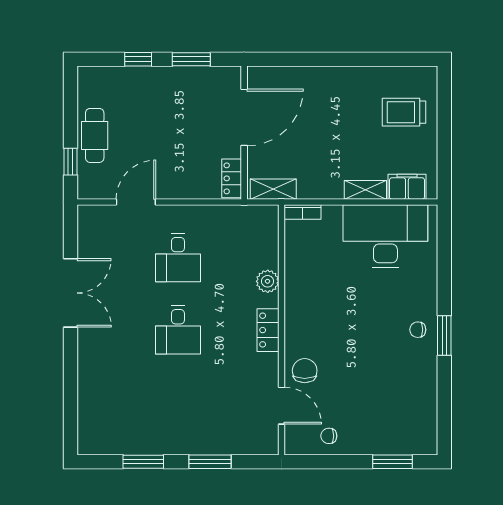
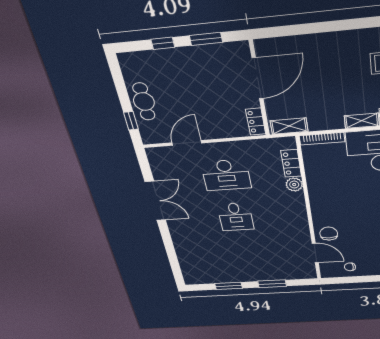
bookcase: (303, 212) -> (322, 139), width x1.56
desk: (178, 258) -> (226, 175), width x1.37
locker: (268, 330) -> (291, 163), moved

